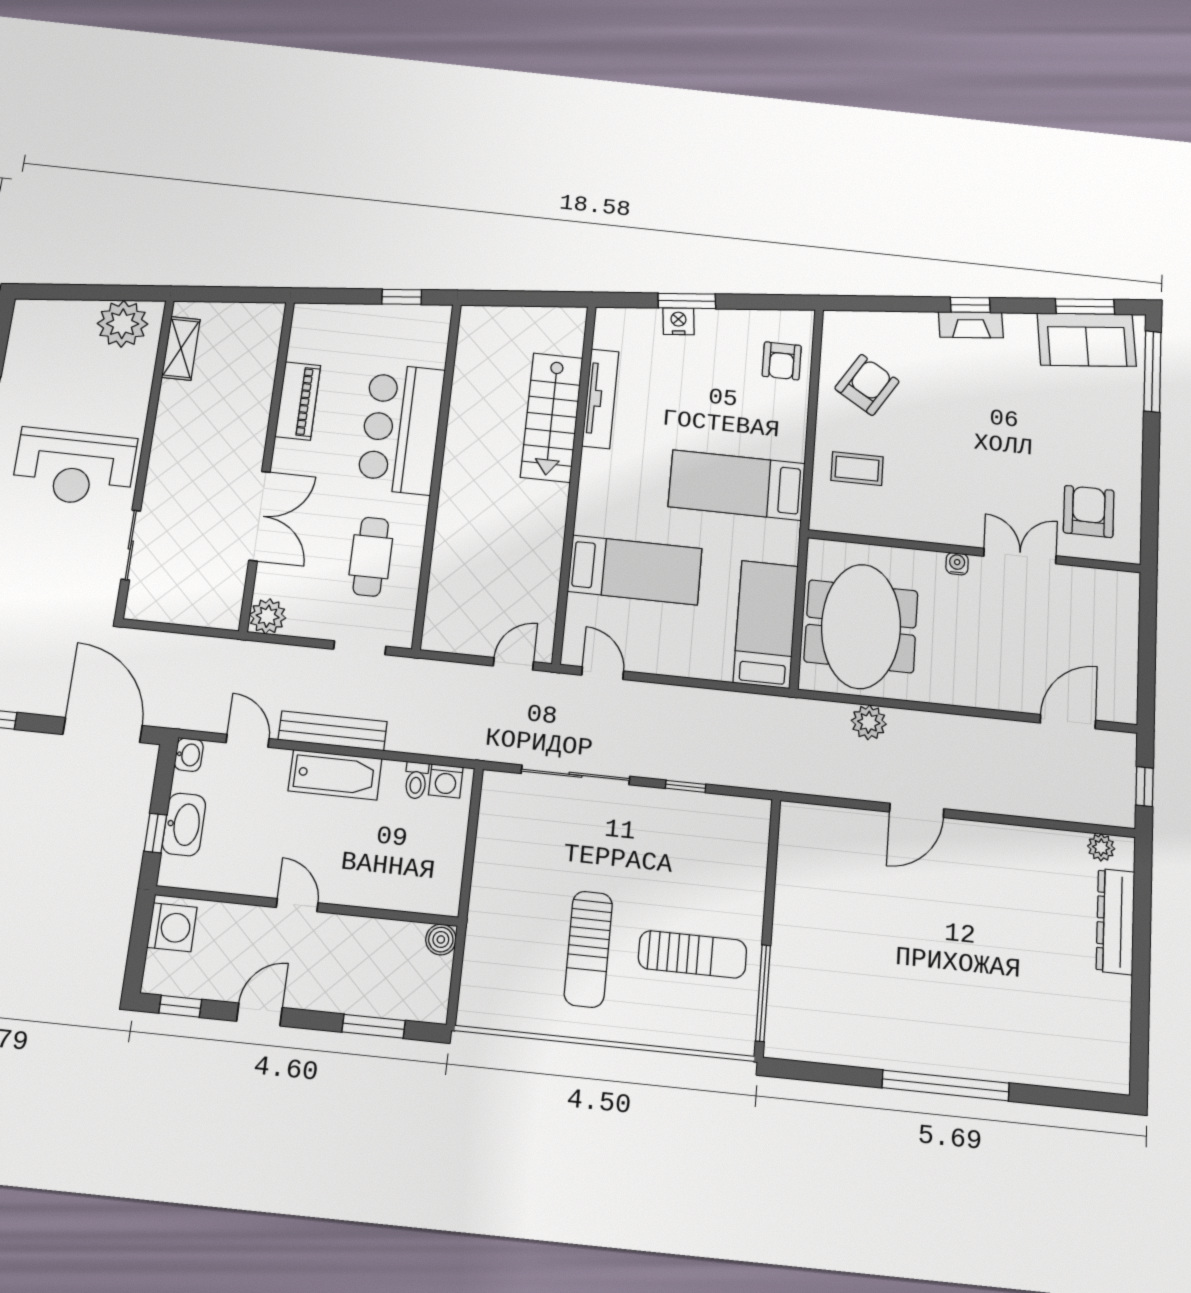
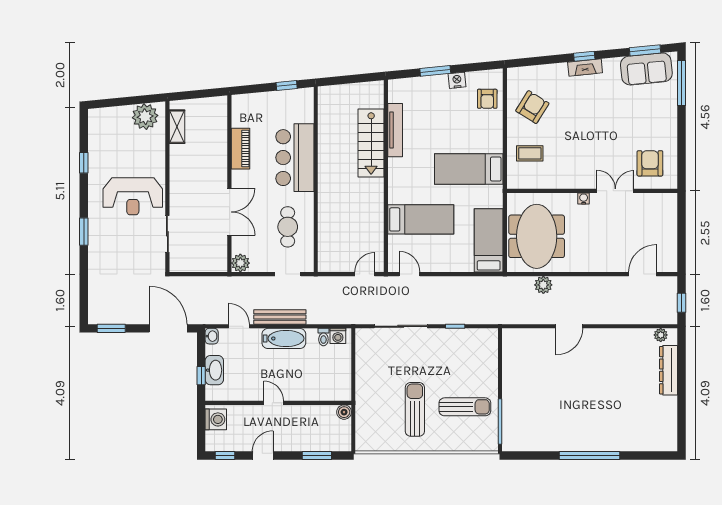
nightstand: (679, 321) -> (457, 80), moved
sun lounger: (588, 949) -> (415, 409), turned 180

